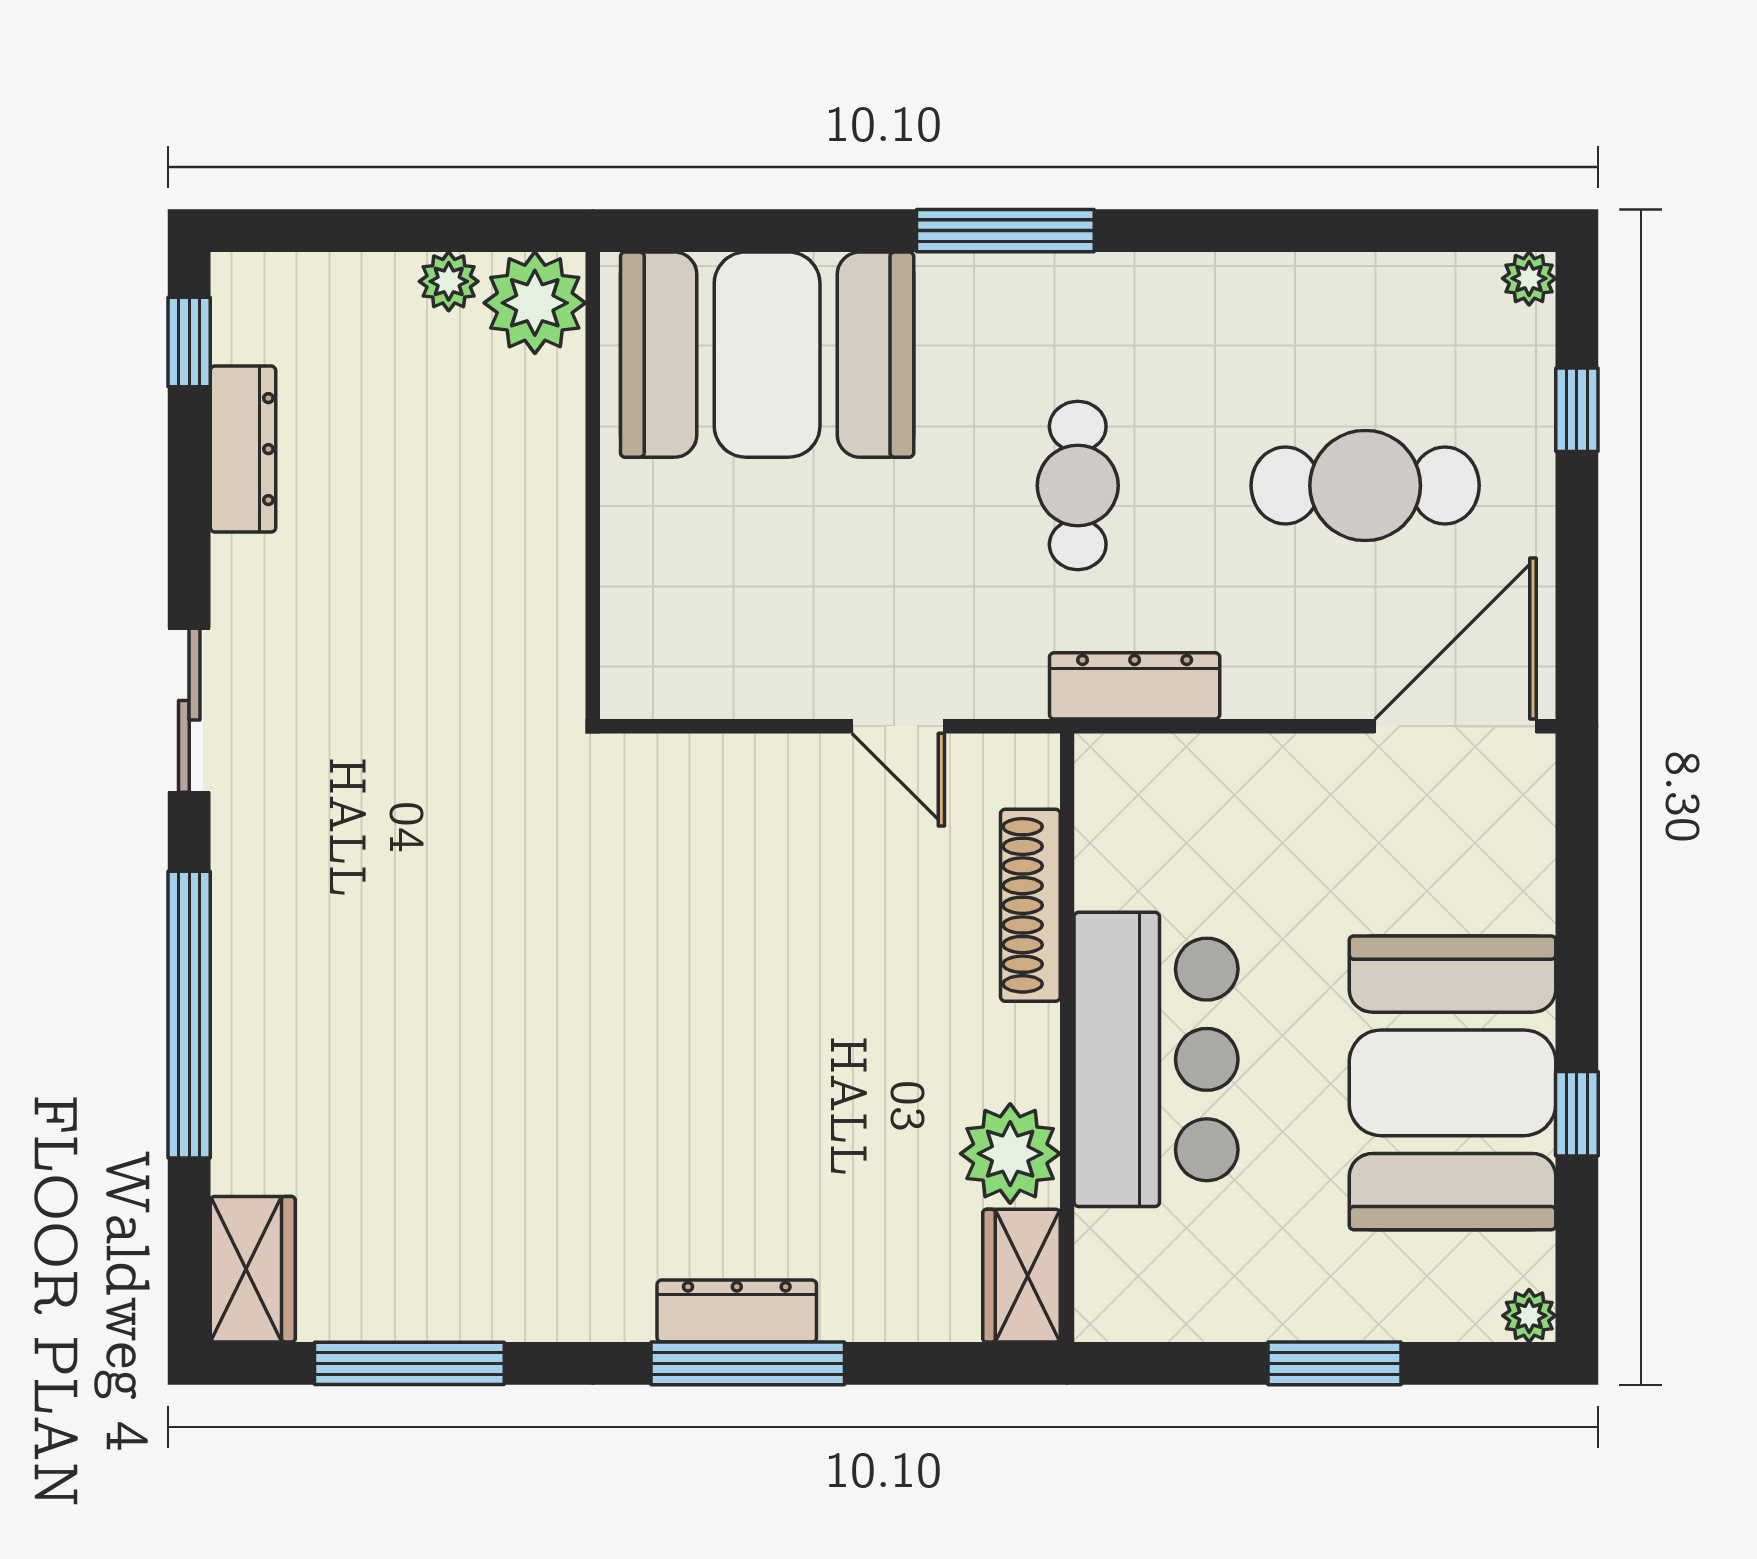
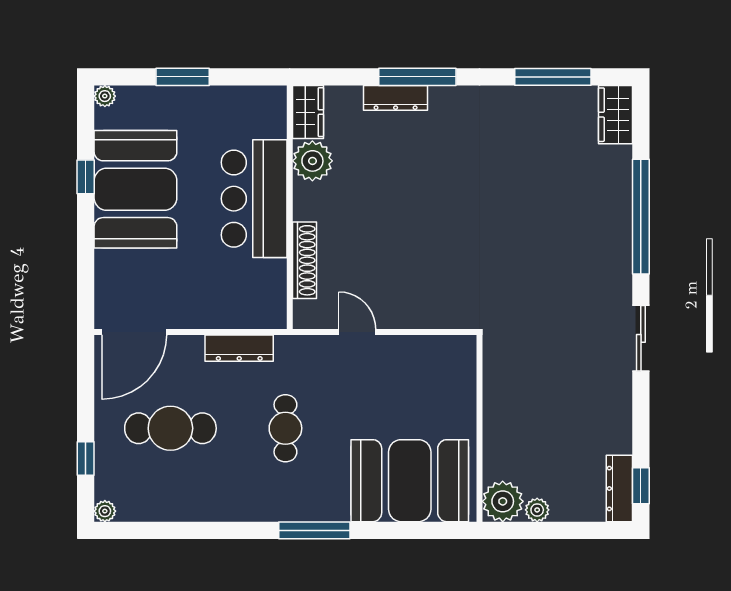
dresser: (243, 449) -> (619, 488), moved
dresser: (1135, 686) -> (239, 348), moved
dresser: (737, 1311) -> (396, 98), moved

